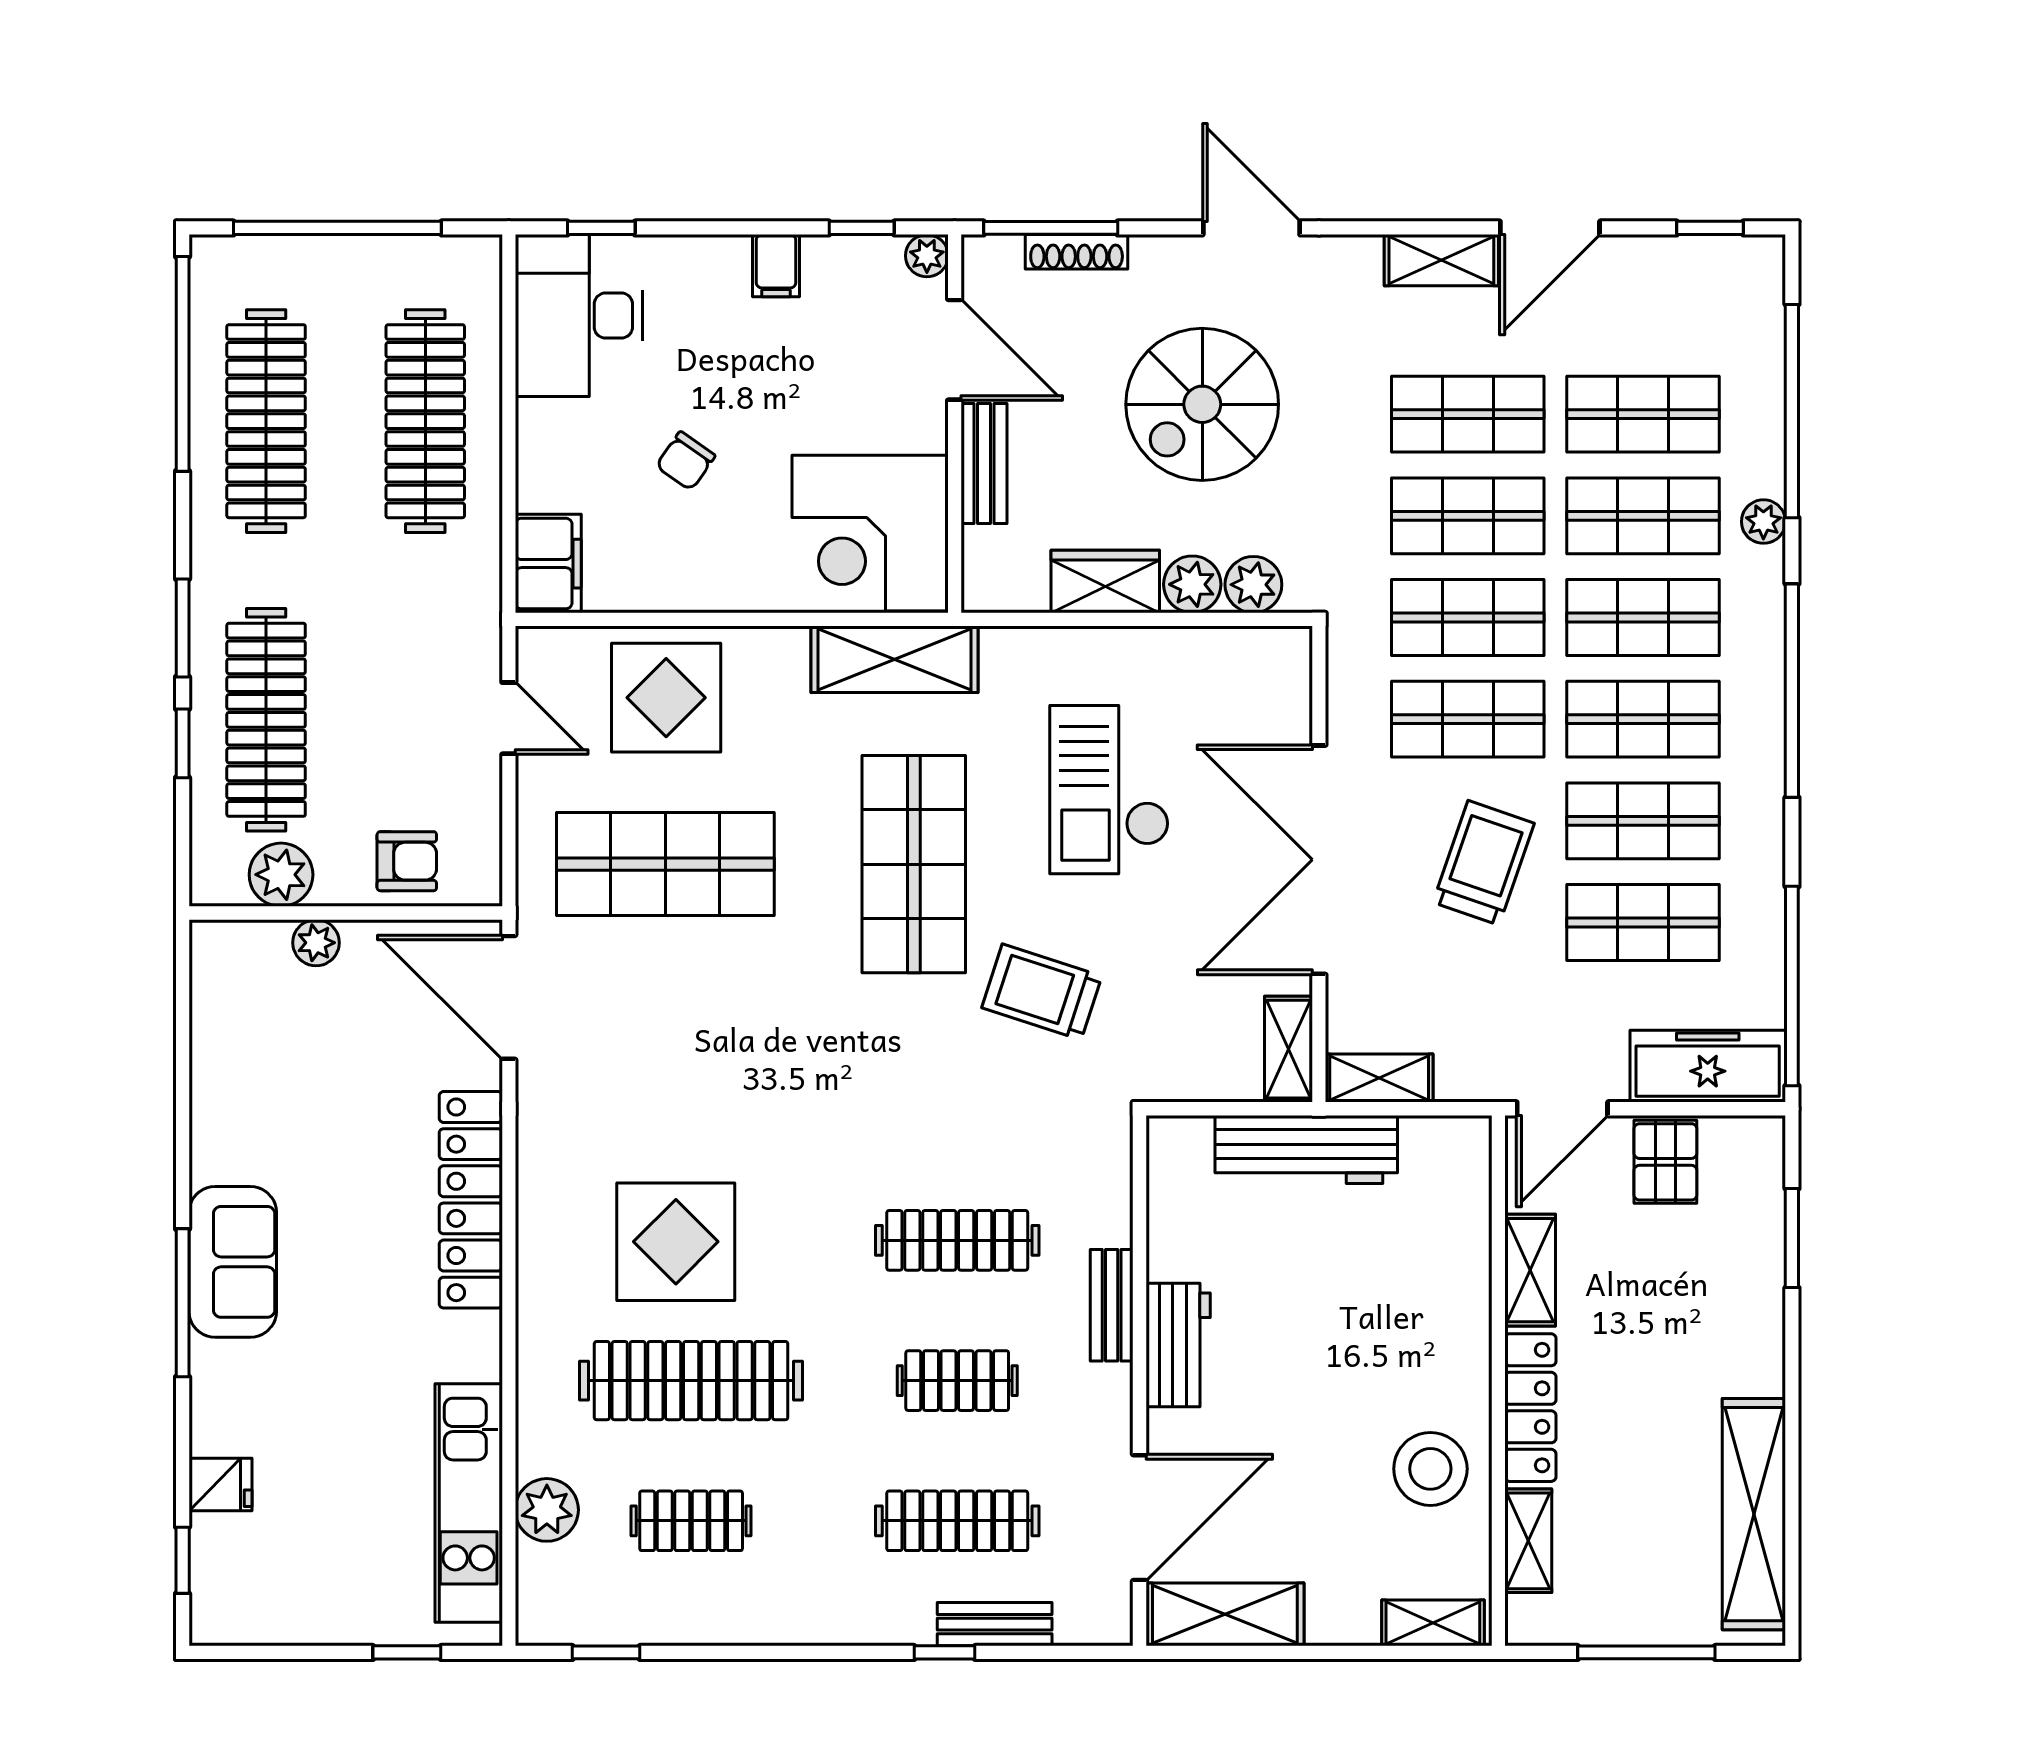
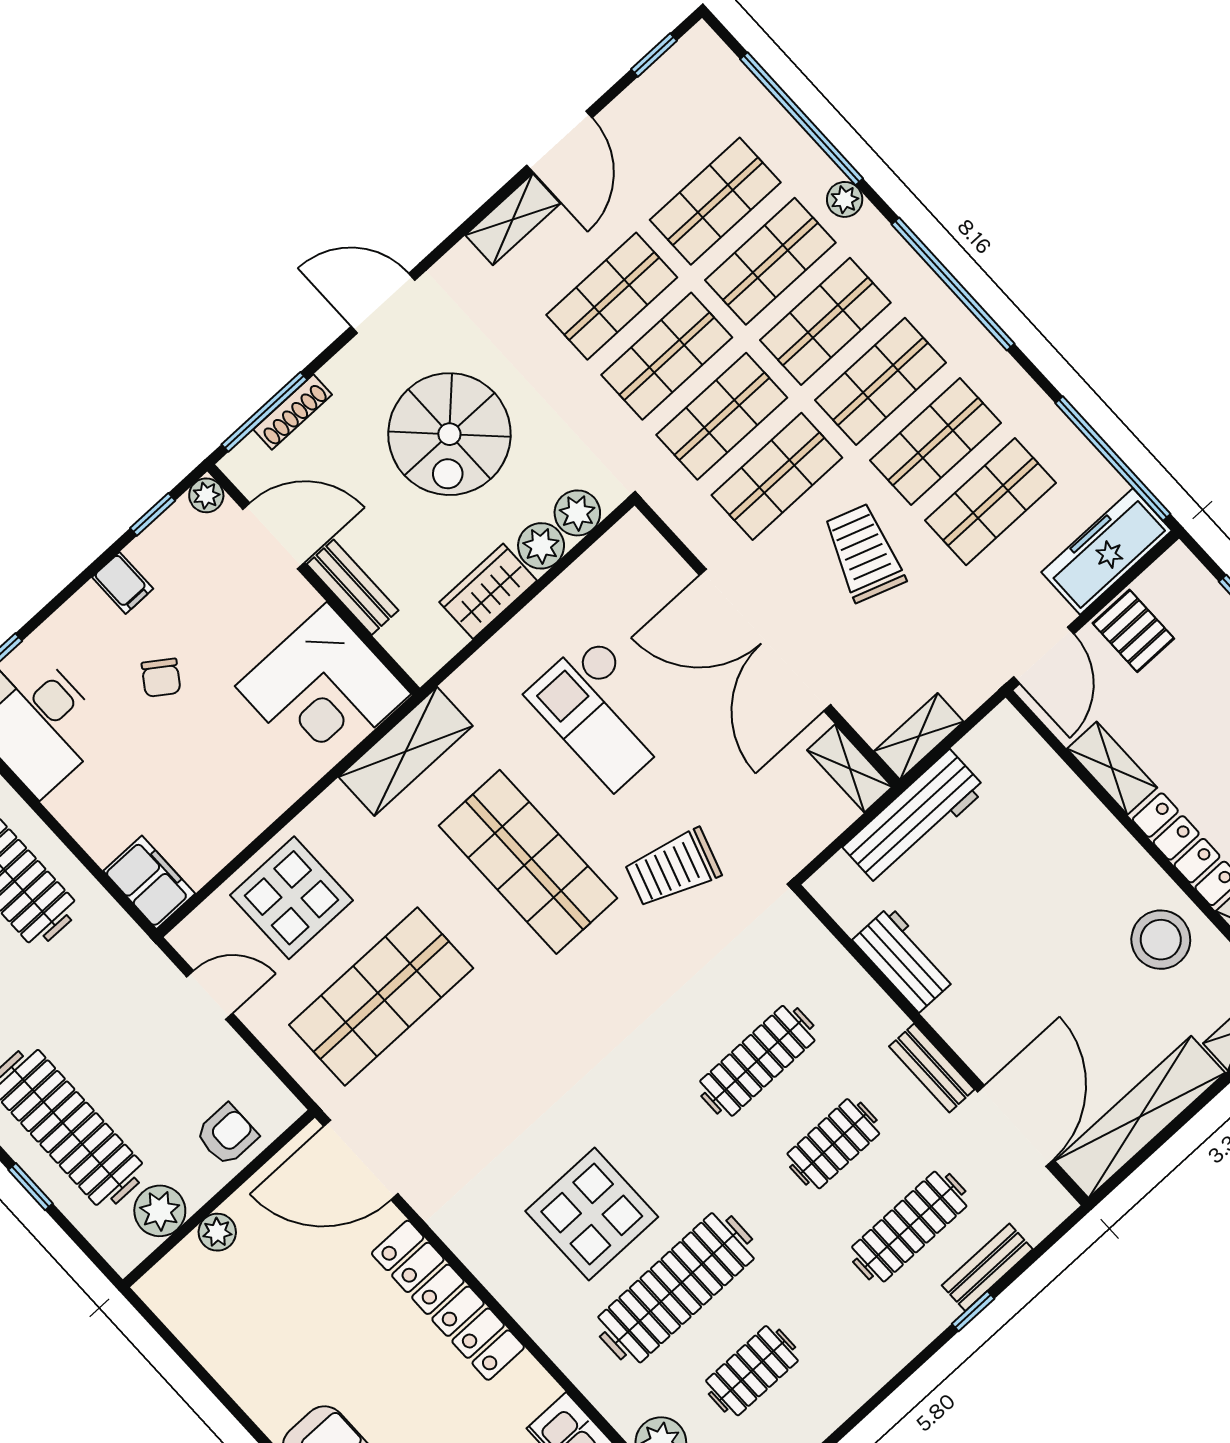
chair: (686, 461) -> (161, 678), moved
bench: (1112, 1305) -> (932, 1068), moved
workbench: (1178, 1345) -> (904, 959), moved
shelving: (1225, 1614) -> (1140, 1117), width x1.47

